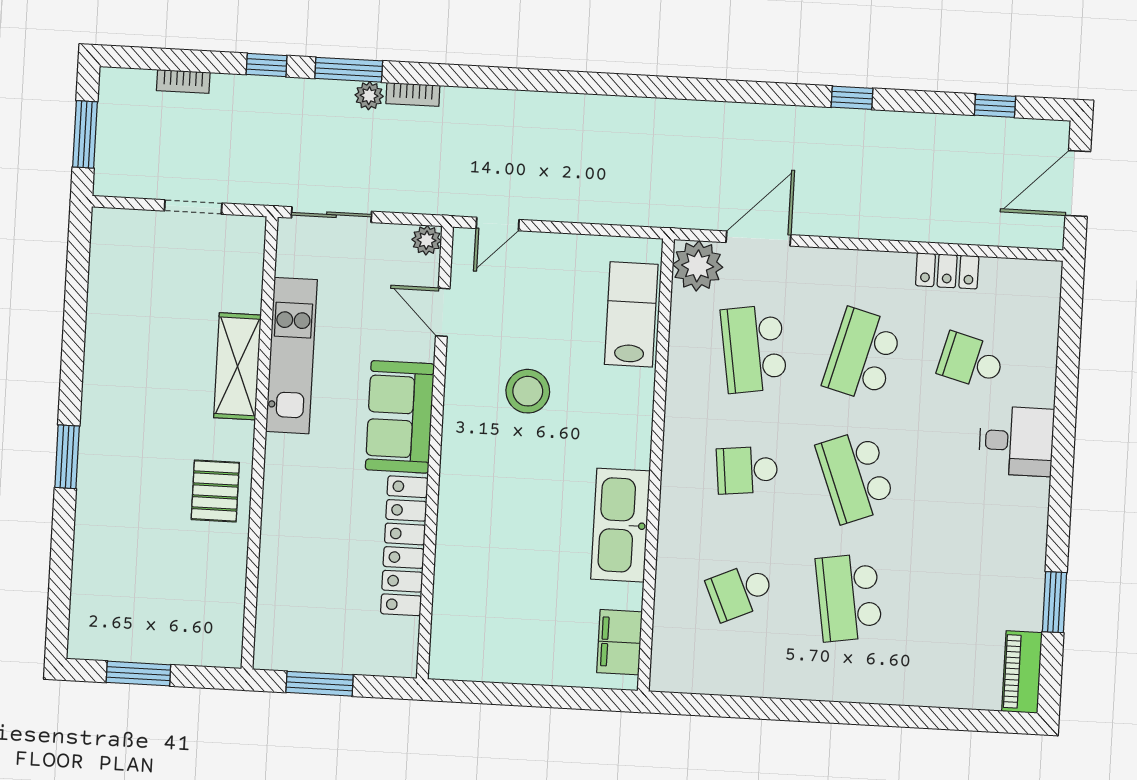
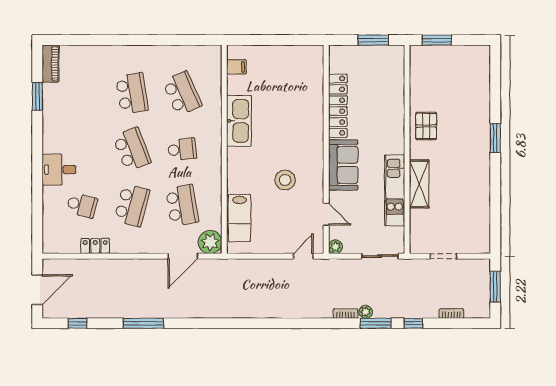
window: (852, 98) -> (143, 323), width x2.17
school desk: (740, 591) -> (182, 93), width x1.85
filing cabinet: (620, 642) -> (236, 67), width x0.50
window: (138, 674) -> (437, 40), moved

